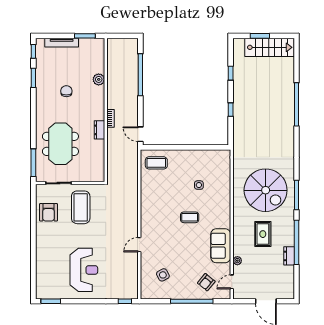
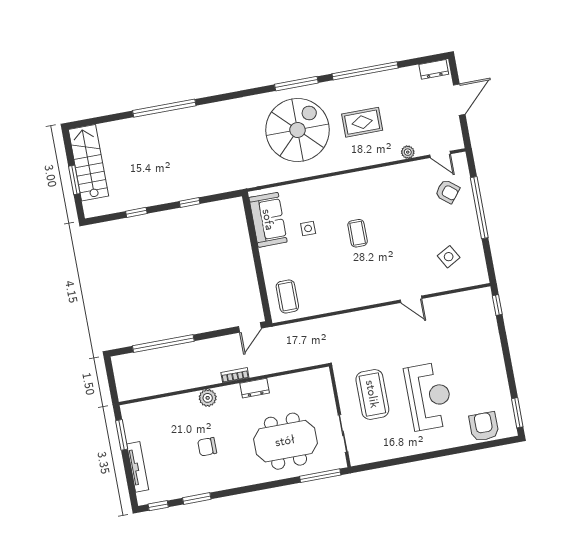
plant: (99, 79) -> (208, 398), moved
coffee table: (81, 207) -> (372, 394), turned 90
armchair: (49, 212) -> (484, 426), moved, turned -90
sofa: (221, 246) -> (268, 220), moved, turned -90
dresser: (289, 256) -> (434, 69), moved
reception desk: (84, 270) -> (429, 396), moved, turned 90

